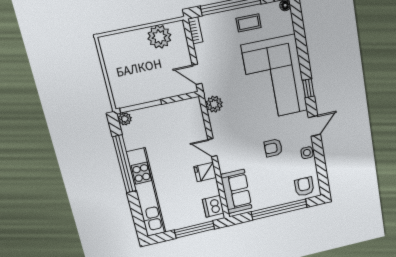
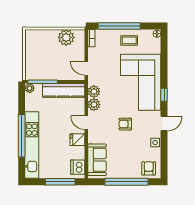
kitchen counter: (173, 112) -> (64, 90), added
plant: (218, 122) -> (94, 105), added
armchair: (273, 148) -> (125, 124), moved
window: (124, 164) -> (22, 136), moved

